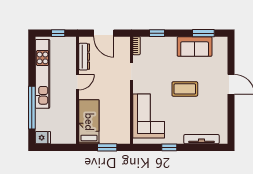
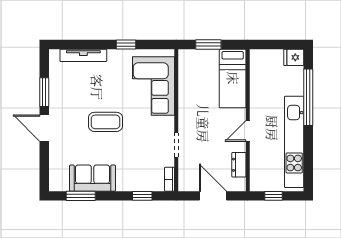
dresser: (84, 57) -> (239, 165), width x0.70
window: (231, 111) -> (44, 92), added

